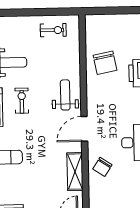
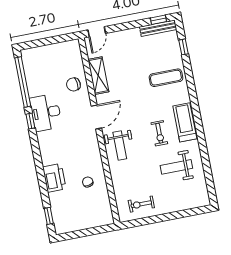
chair: (105, 63) -> (88, 182), width x0.54, depth x0.54
chair: (102, 167) -> (73, 84), turned -128

